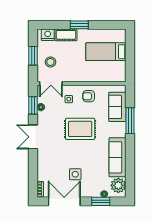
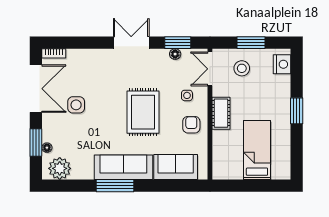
cot: (66, 35) -> (221, 113), moved
window: (130, 121) -> (115, 186), moved
sofa: (117, 157) -> (123, 167), moved

